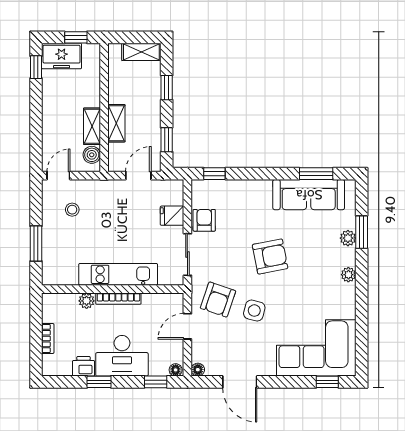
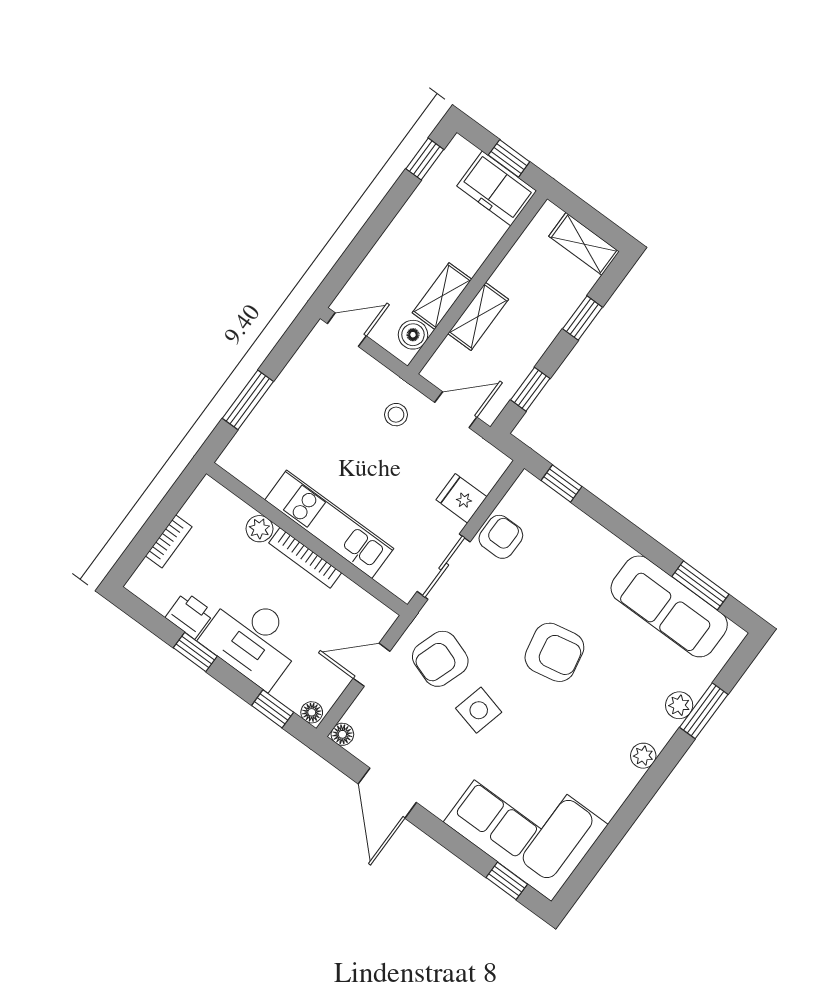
freezer: (62, 56) -> (497, 188), moved
stool: (72, 210) -> (396, 415), moved

